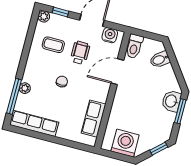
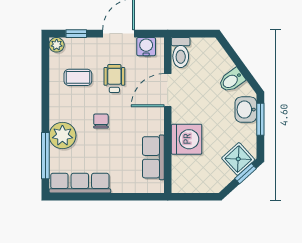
bidet: (160, 60) -> (232, 80), moved
plant: (25, 88) -> (62, 135), width x1.87, depth x1.87
shower: (156, 136) -> (238, 159), added
washing machine: (125, 143) -> (187, 139), moved, turned 90

